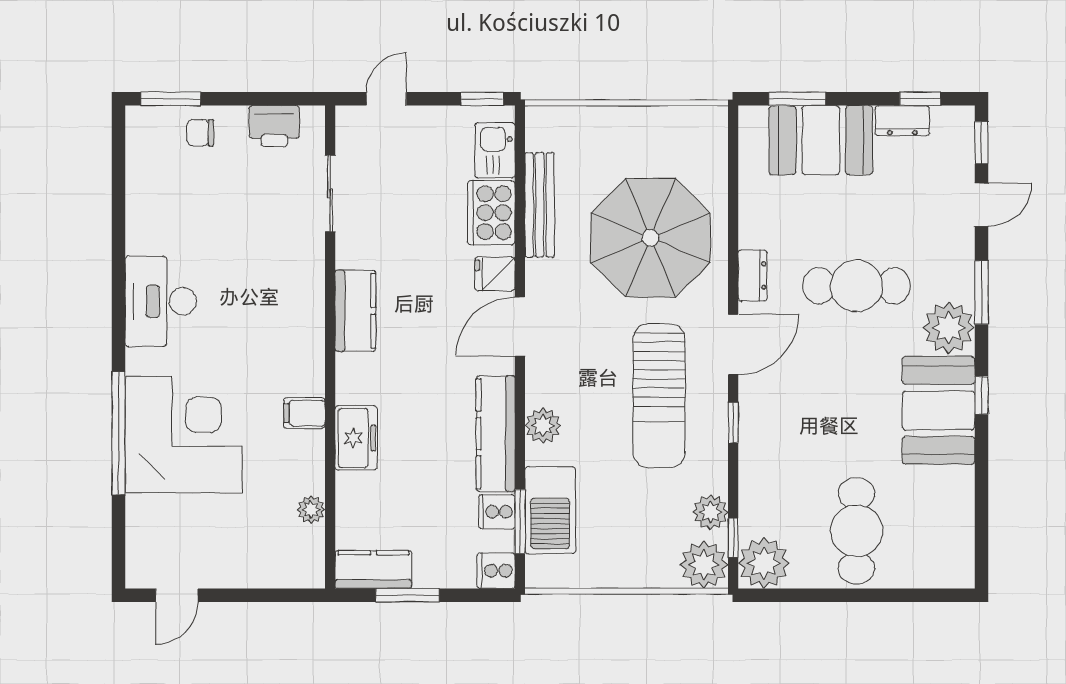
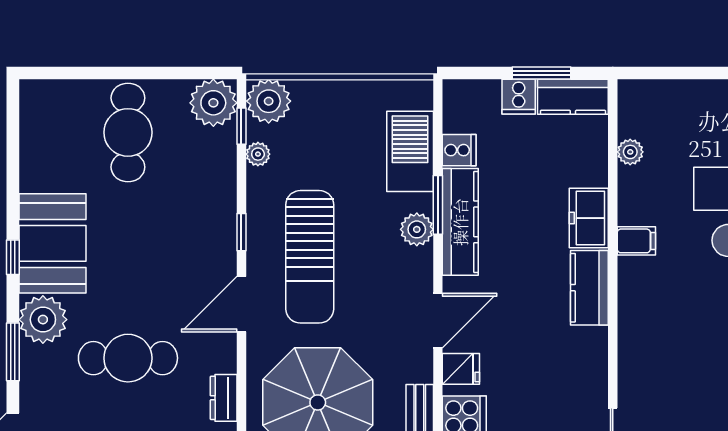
dresser: (753, 275) -> (224, 398), moved
kitchen counter: (355, 311) -> (589, 288), moved
sun lounger: (659, 396) -> (310, 257), turned 180
plant: (710, 512) -> (258, 154), width x0.73, depth x0.73
window: (520, 522) -> (438, 205), moved
cooker: (496, 571) -> (519, 97), moved, turned 90

